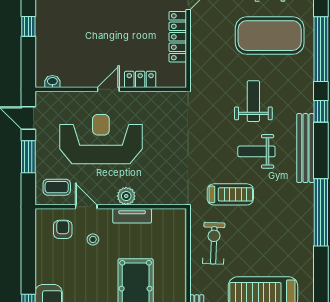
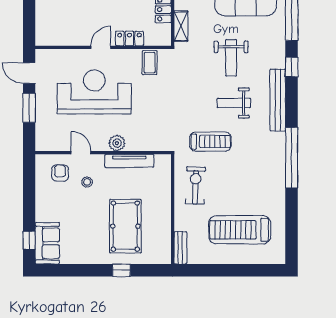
shelving: (198, 66) -> (181, 26), added
washbasin: (52, 82) -> (51, 40), removed
weight bench: (253, 101) -> (231, 58), turned 180
coffee table: (57, 187) -> (150, 63), moved, turned 90
tv unit: (132, 216) -> (129, 161), width x1.41

